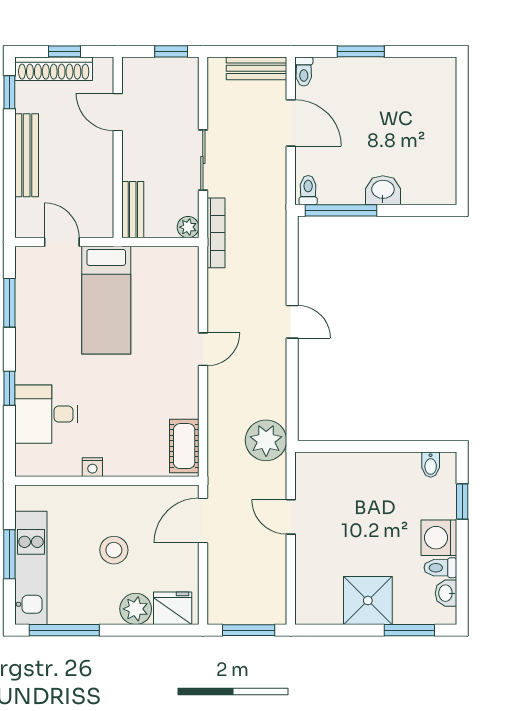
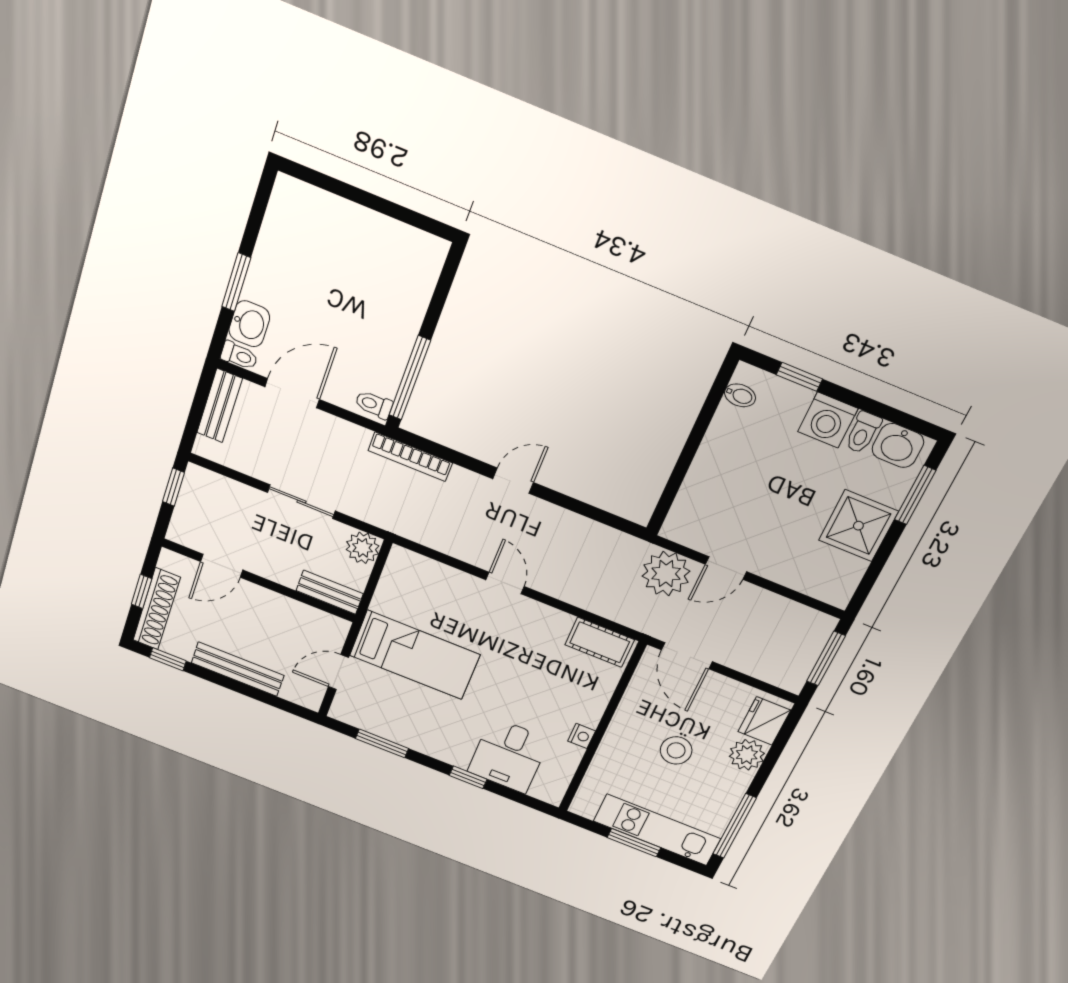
washbasin: (383, 190) -> (249, 324), moved, turned 180
plant: (188, 227) -> (363, 548), width x1.38, depth x1.38
bookcase: (216, 233) -> (410, 457), moved, turned 180
plant: (266, 440) -> (666, 574), moved
washbasin: (446, 593) -> (898, 446), width x1.38, depth x1.45

